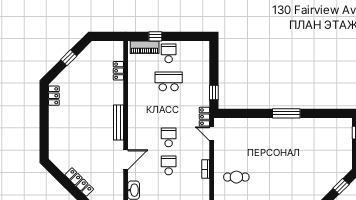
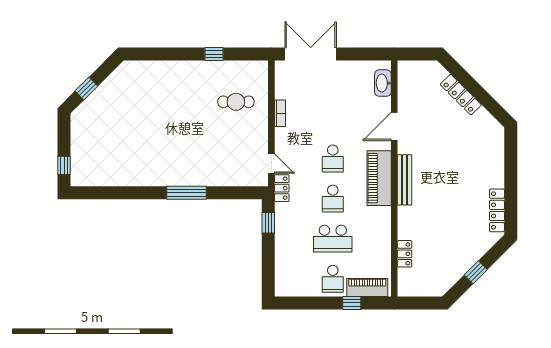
locker: (54, 96) -> (497, 210), width x1.53
window: (286, 113) -> (187, 193), moved
piano: (136, 124) -> (379, 178), added
school desk: (169, 165) -> (333, 199), moved

